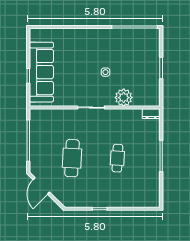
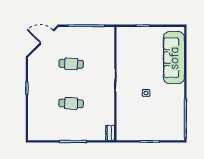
sofa: (41, 72) -> (174, 58), moved, turned 90
plant: (124, 98) -> (124, 109), removed
cafe table: (72, 158) -> (71, 64), width x0.73, depth x0.74

